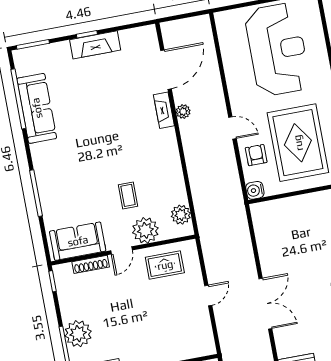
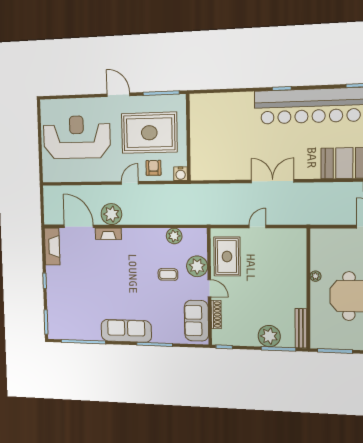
fireplace: (95, 45) -> (52, 246), moved
sofa: (37, 108) -> (126, 331), moved
plant: (183, 111) -> (111, 214), width x1.87, depth x1.87
armchair: (256, 155) -> (153, 168), turned 90
plant: (181, 215) -> (174, 236), moved
rug: (165, 265) -> (227, 257), width x1.36, depth x1.43
door: (208, 296) -> (258, 226), hinge flipped

